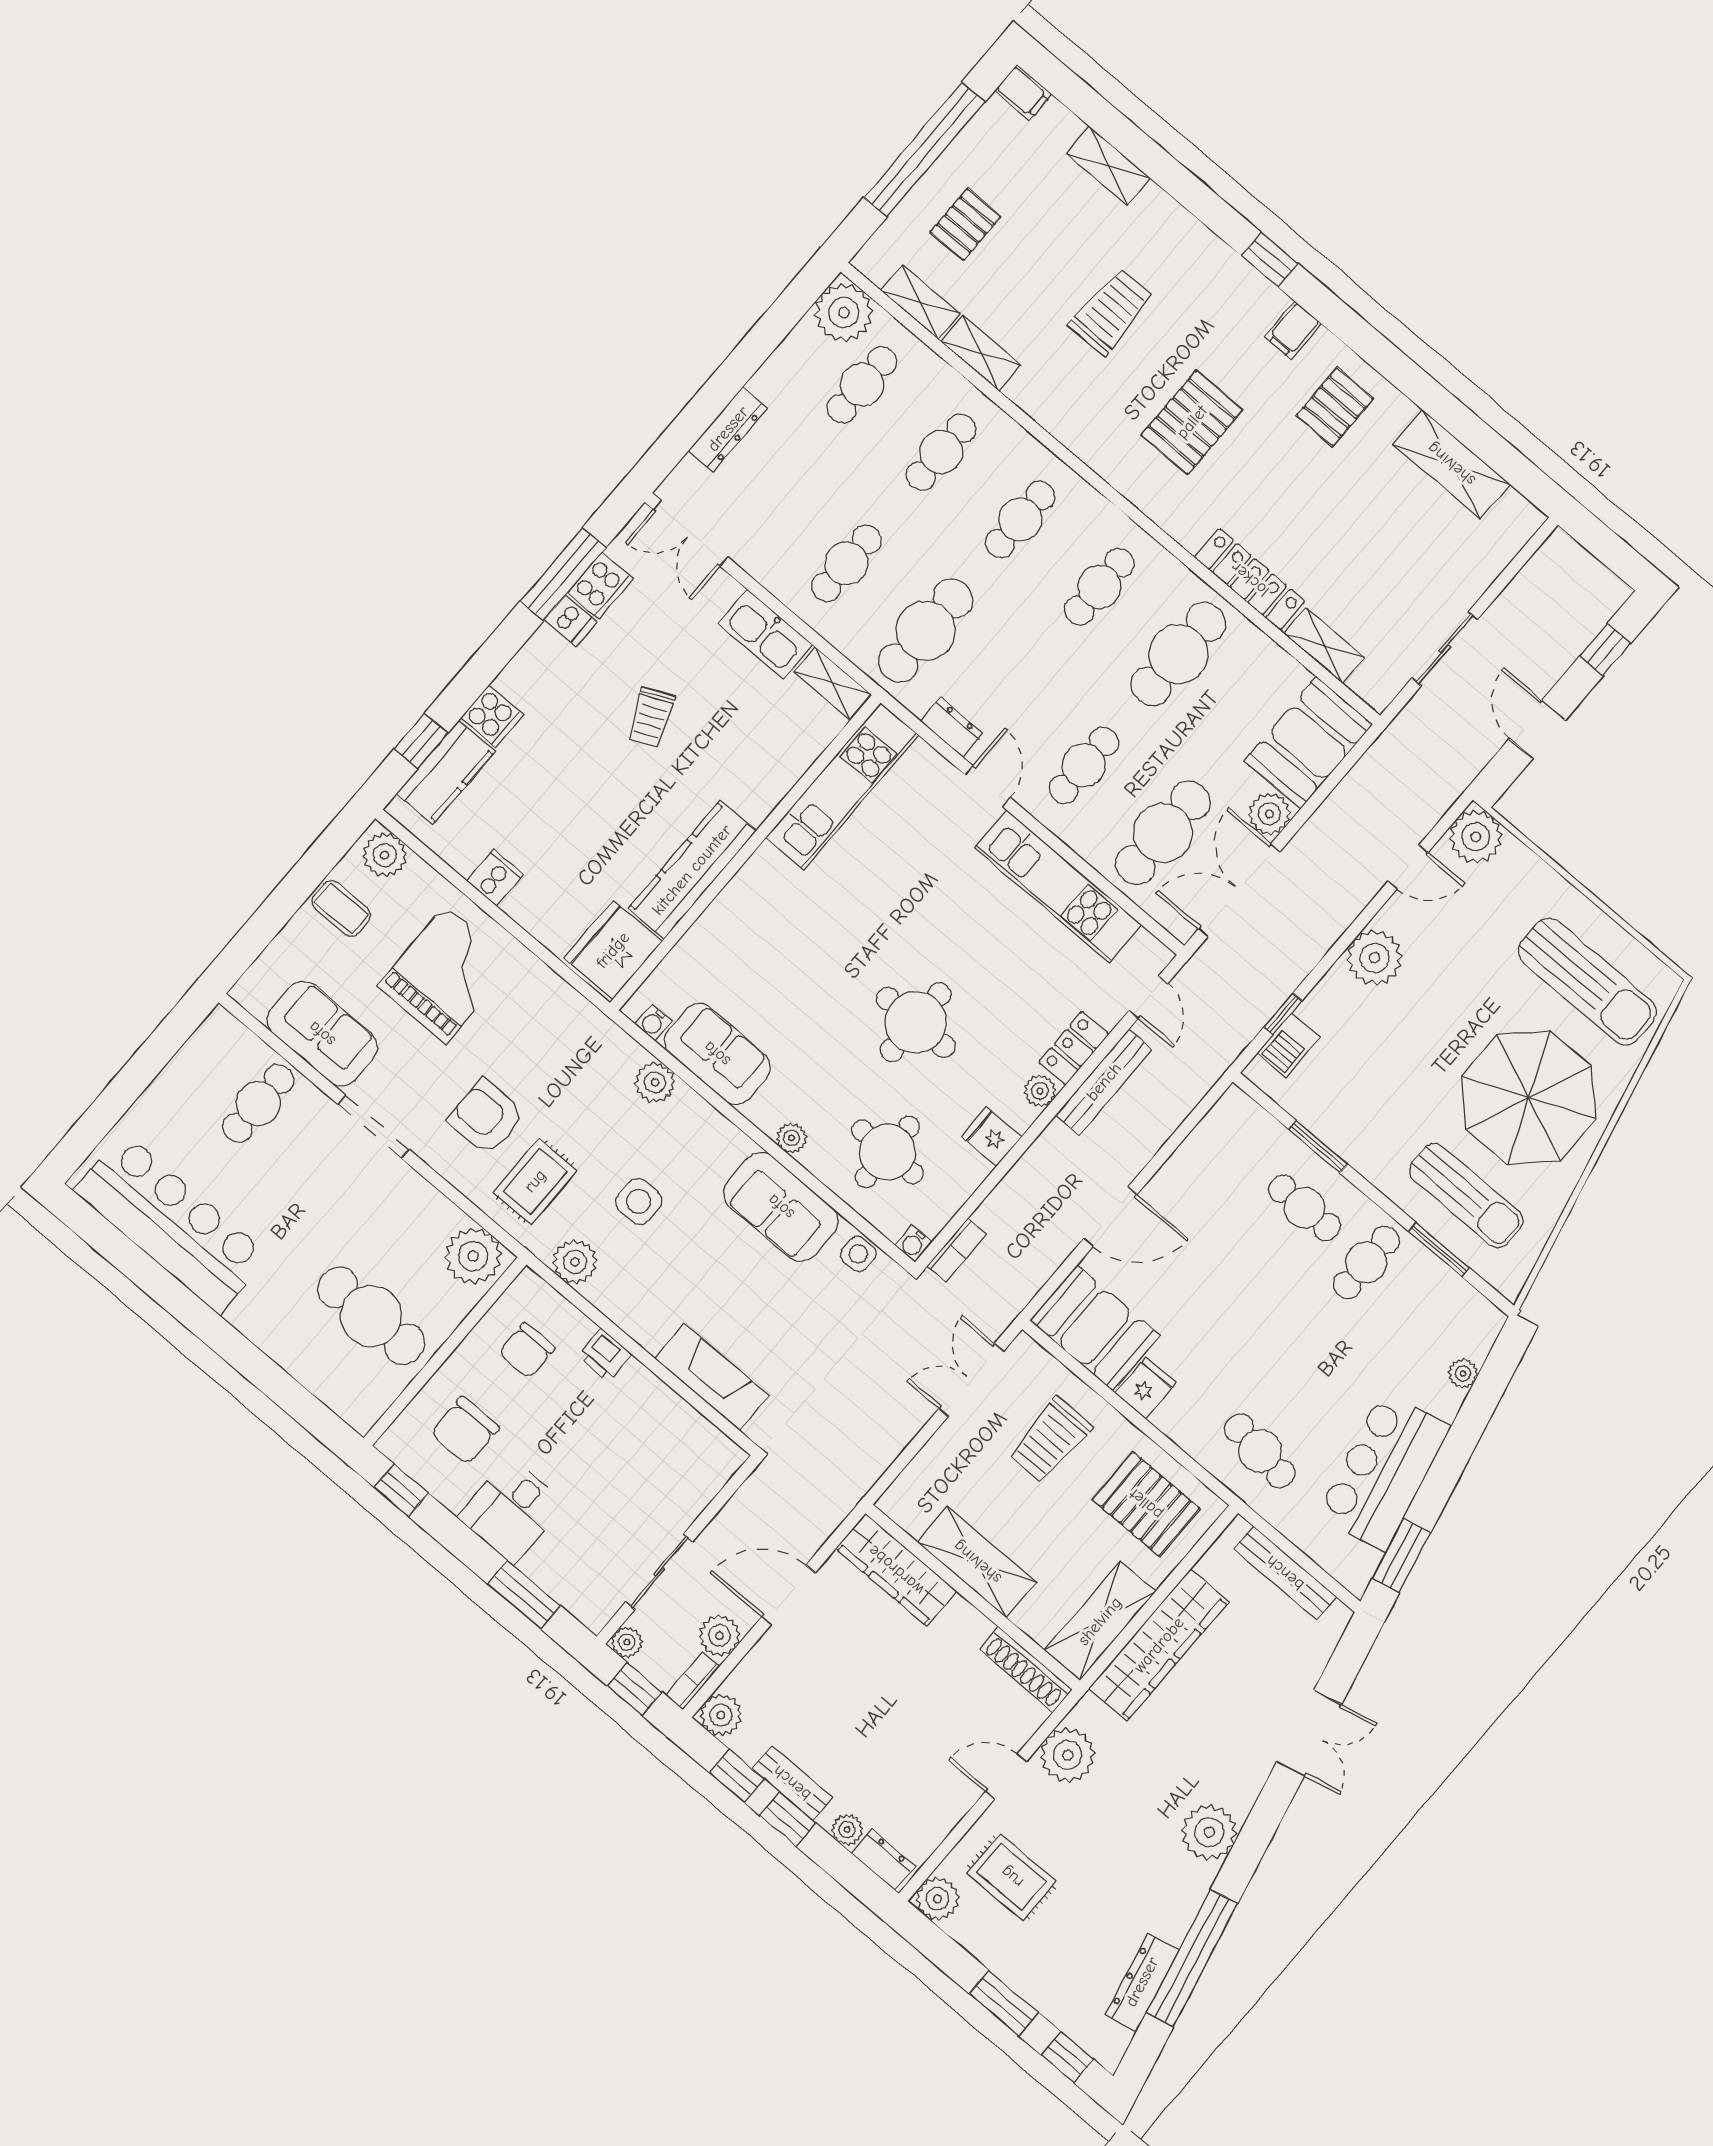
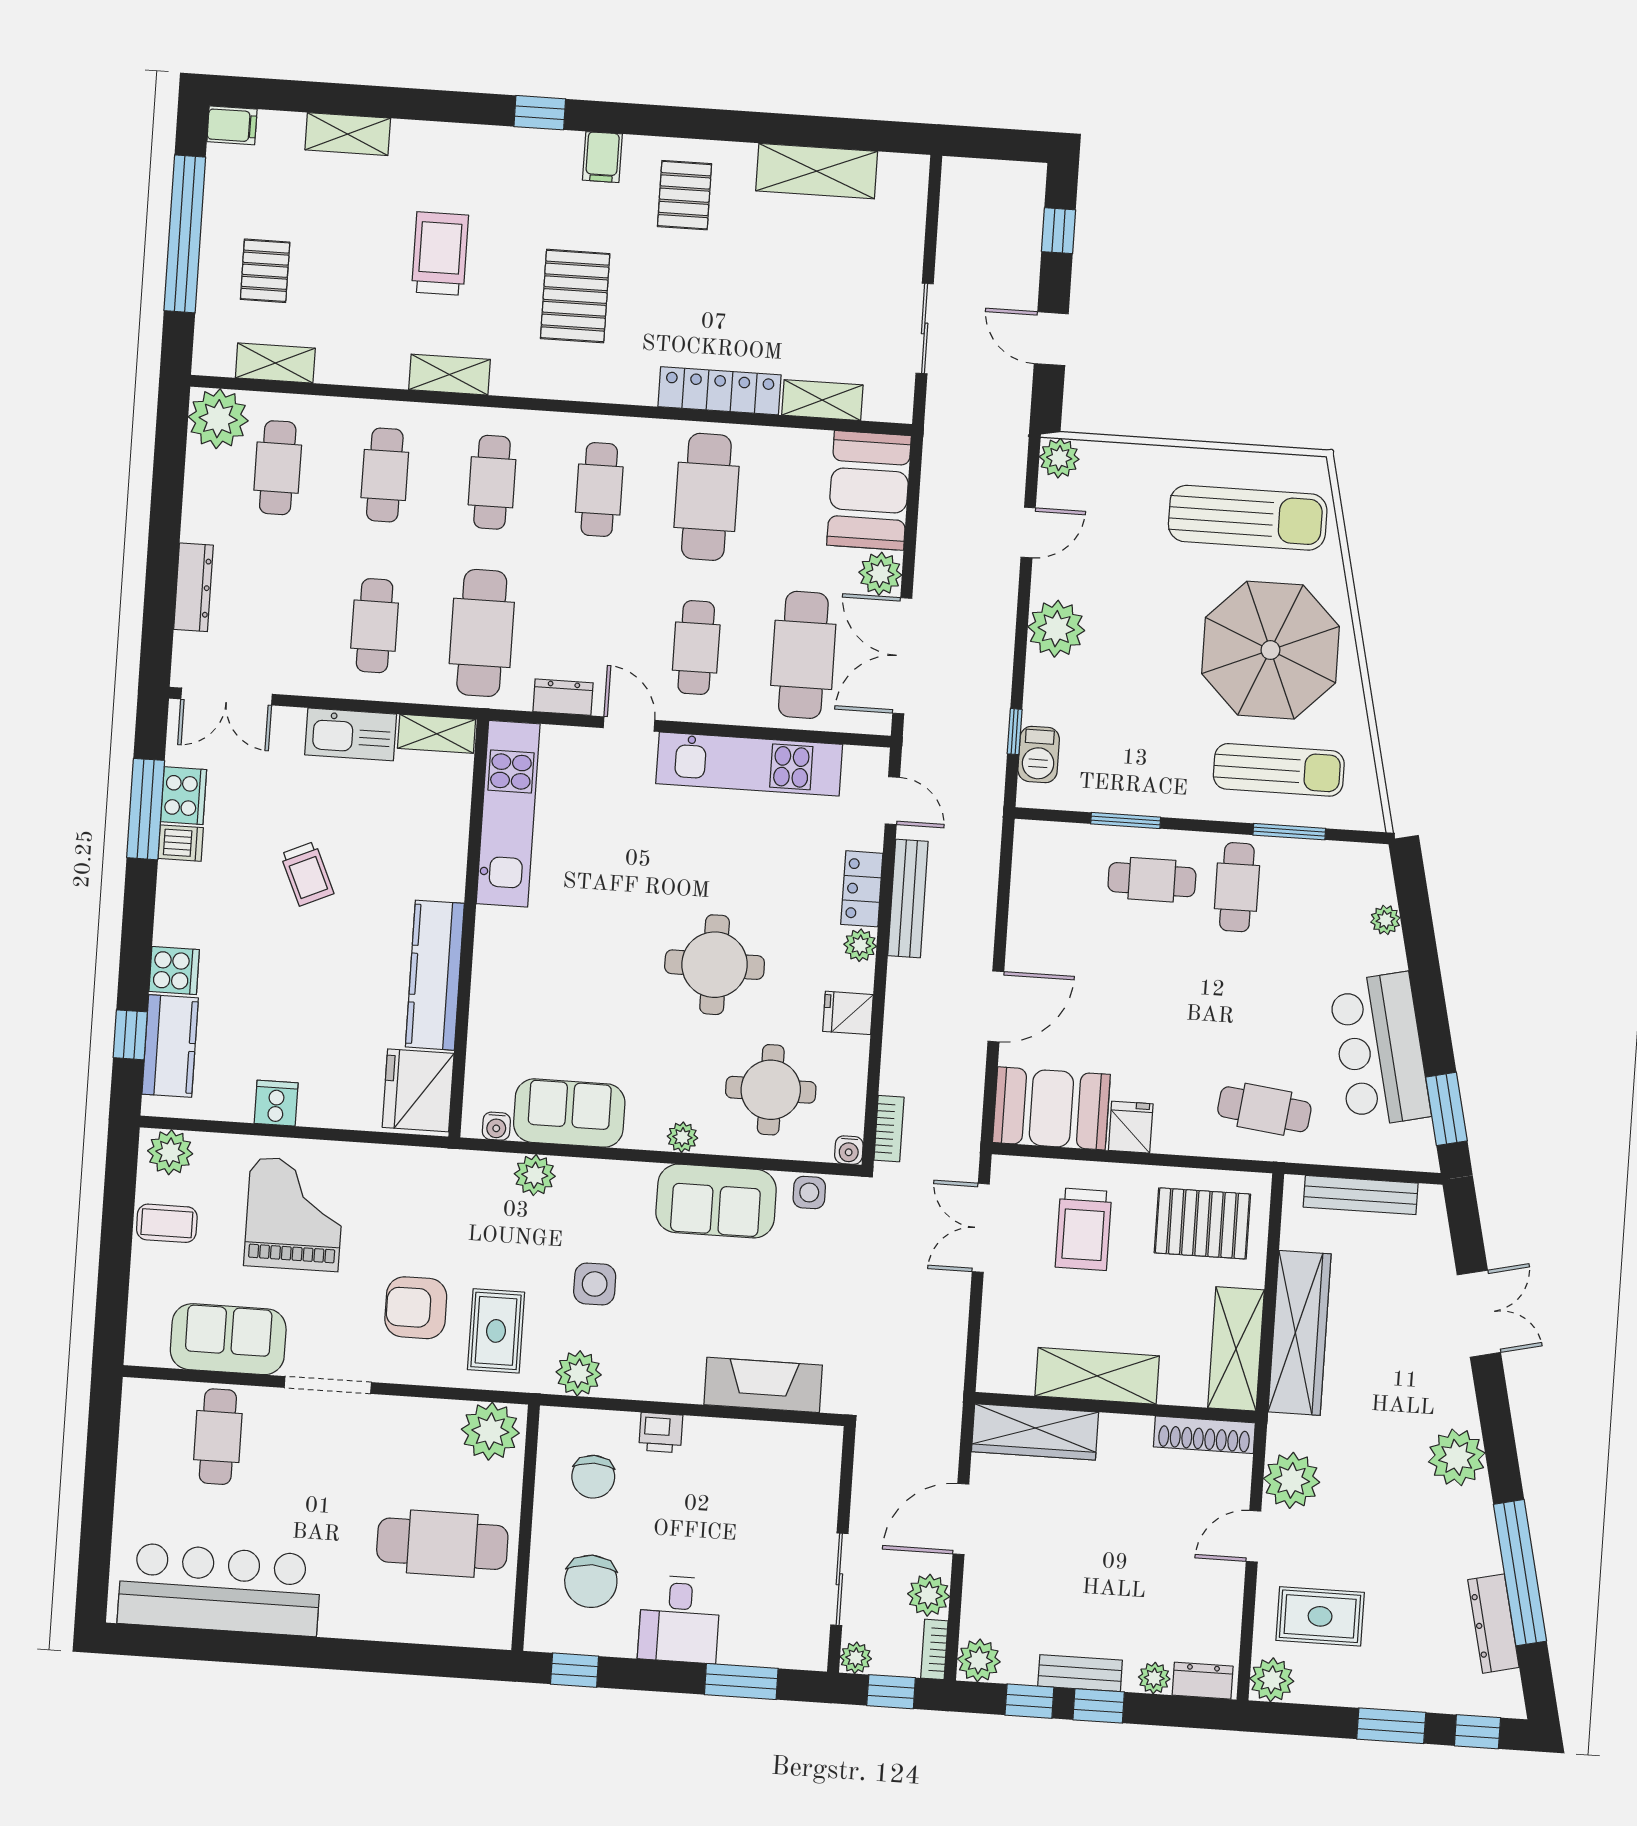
shelving: (981, 353) -> (450, 375), moved
plant: (1476, 837) -> (1059, 458), width x0.73, depth x0.73

